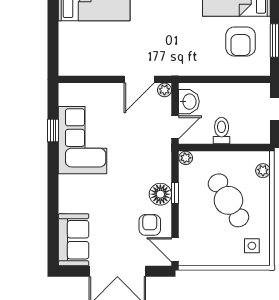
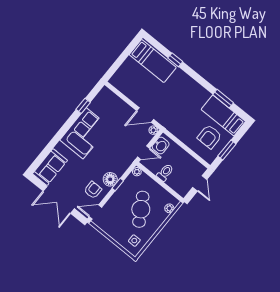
corner sofa: (82, 140) -> (85, 133), moved
door: (175, 250) -> (95, 212), hinge flipped

